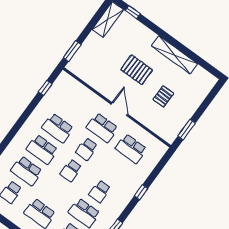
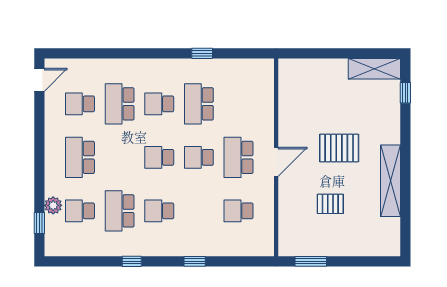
window: (72, 51) -> (305, 53), removed
pallet: (137, 70) -> (339, 148), turned 90
window: (45, 88) -> (202, 53), moved
school desk: (42, 149) -> (159, 104), width x0.54
school desk: (131, 149) -> (239, 211), width x0.54

